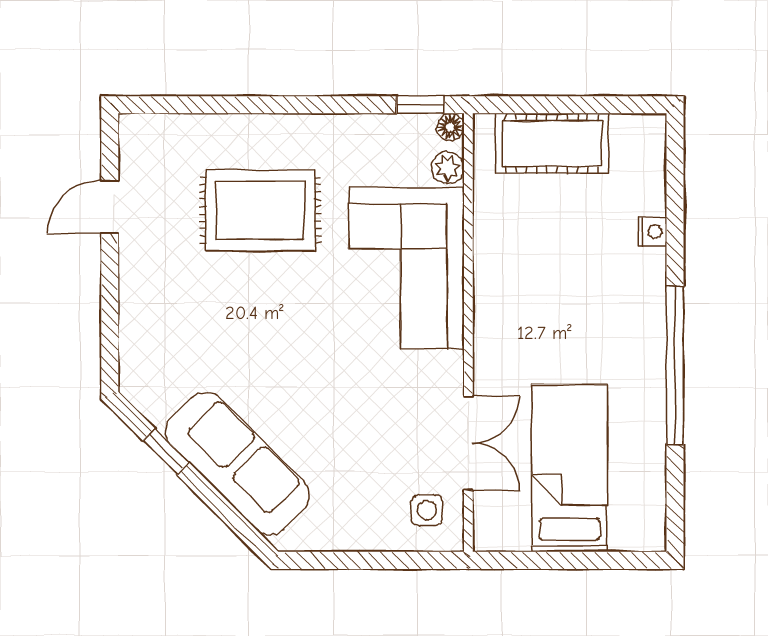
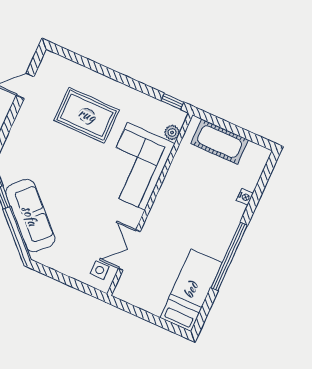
floor lamp: (450, 127) -> (181, 116), removed
double door: (468, 443) -> (129, 250), swing flipped
bed: (569, 468) -> (191, 290), moved

